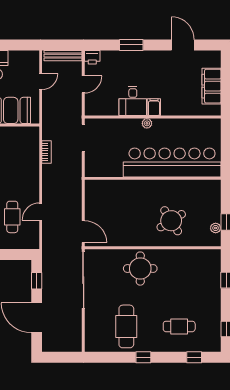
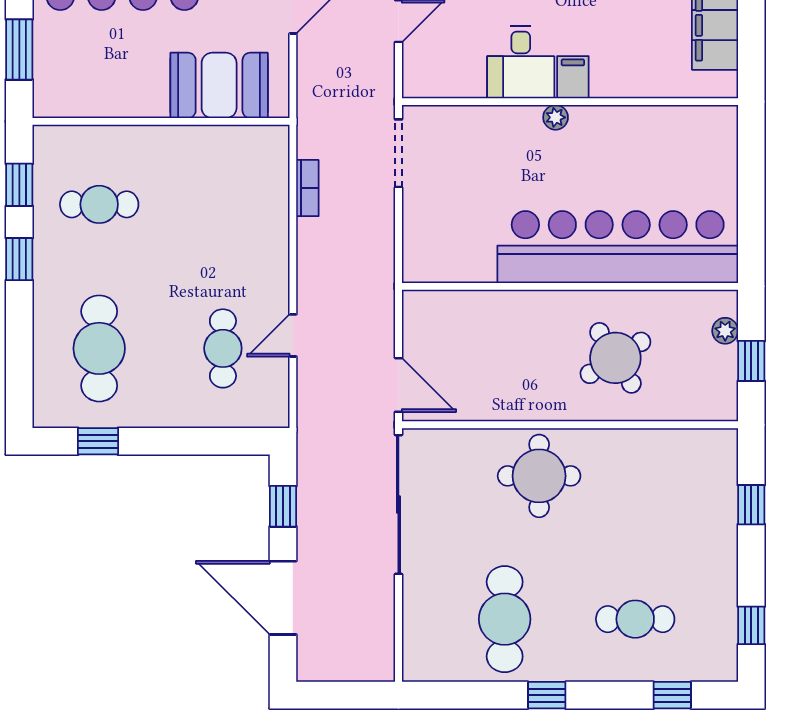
bar counter: (172, 163) -> (618, 247), moved
wall: (153, 178) -> (570, 286), moved
plant: (216, 228) -> (725, 331), moved

